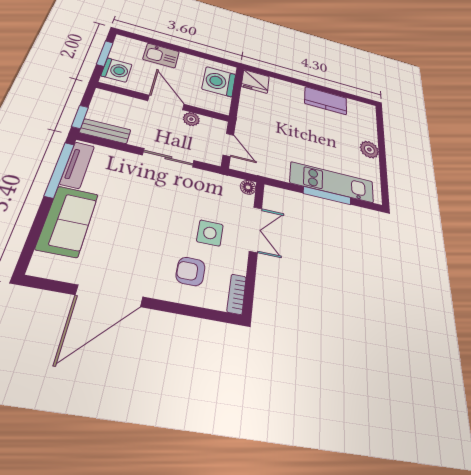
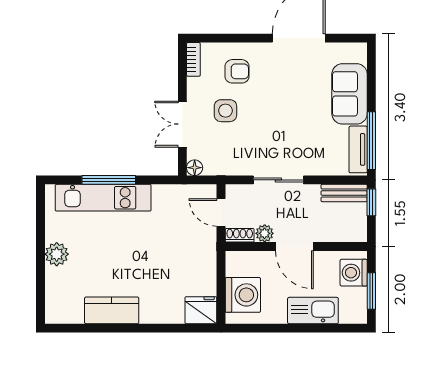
kitchen sink: (161, 55) -> (313, 311), width x1.38
shoe rack: (214, 124) -> (240, 235), added

